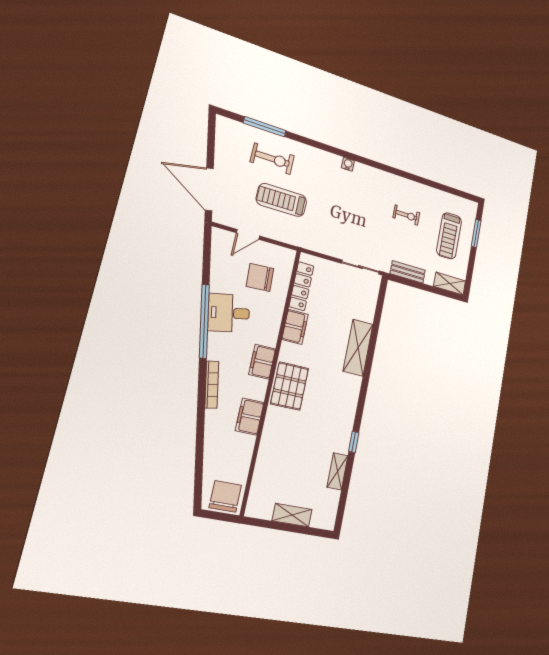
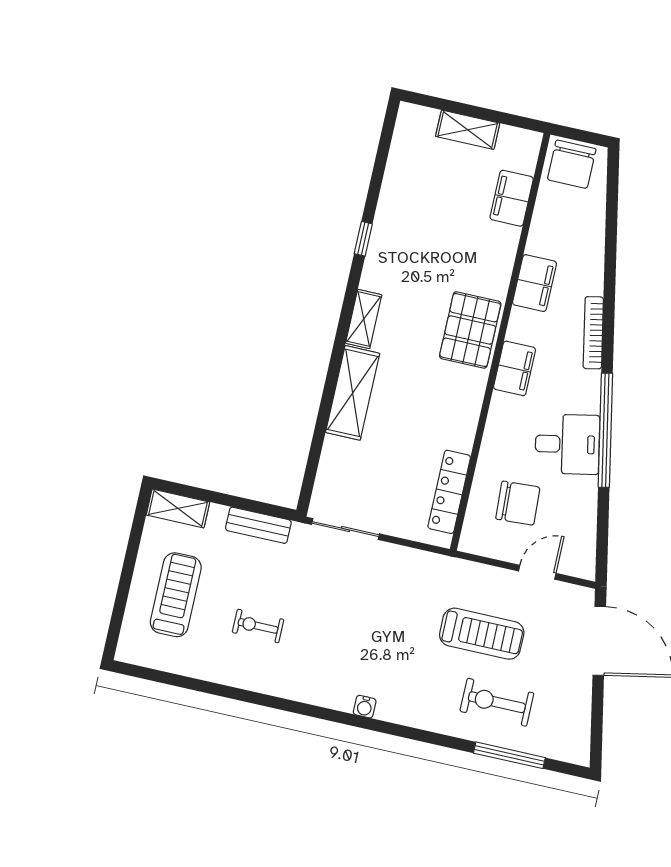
window: (476, 233) -> (120, 603), removed
filing cabinet: (295, 327) -> (512, 198), moved
shelving: (337, 471) -> (364, 319), moved

